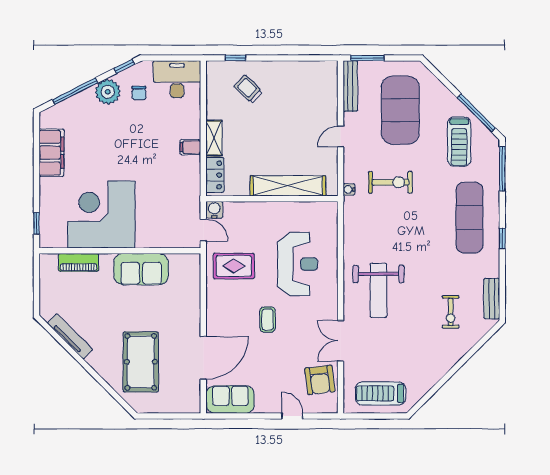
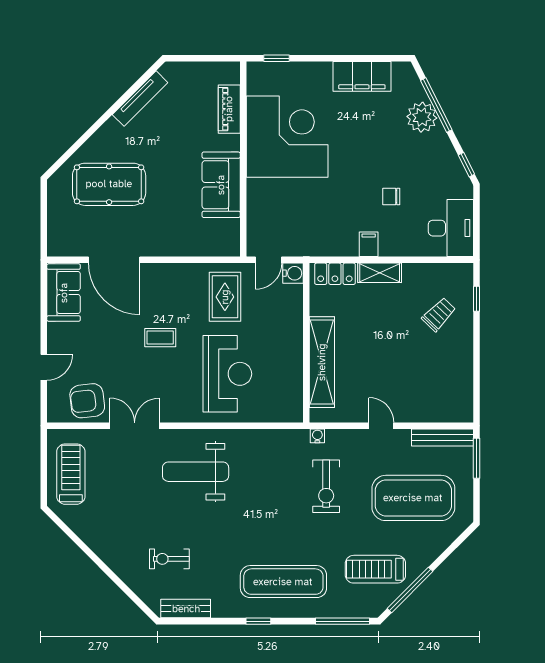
plant: (108, 92) -> (422, 117), moved
chair: (139, 93) -> (391, 196), moved
reception desk: (298, 264) -> (227, 374), turned -90

